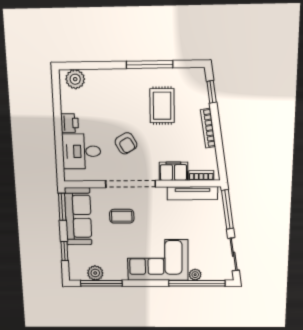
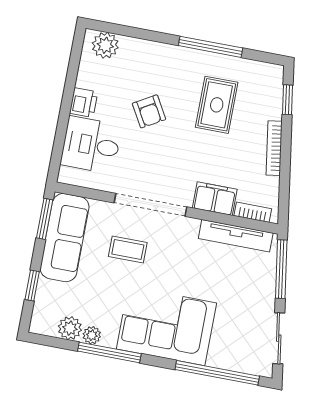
armchair: (126, 143) -> (149, 111), moved
plant: (195, 275) -> (92, 335), moved
window: (101, 283) -> (109, 352), moved

